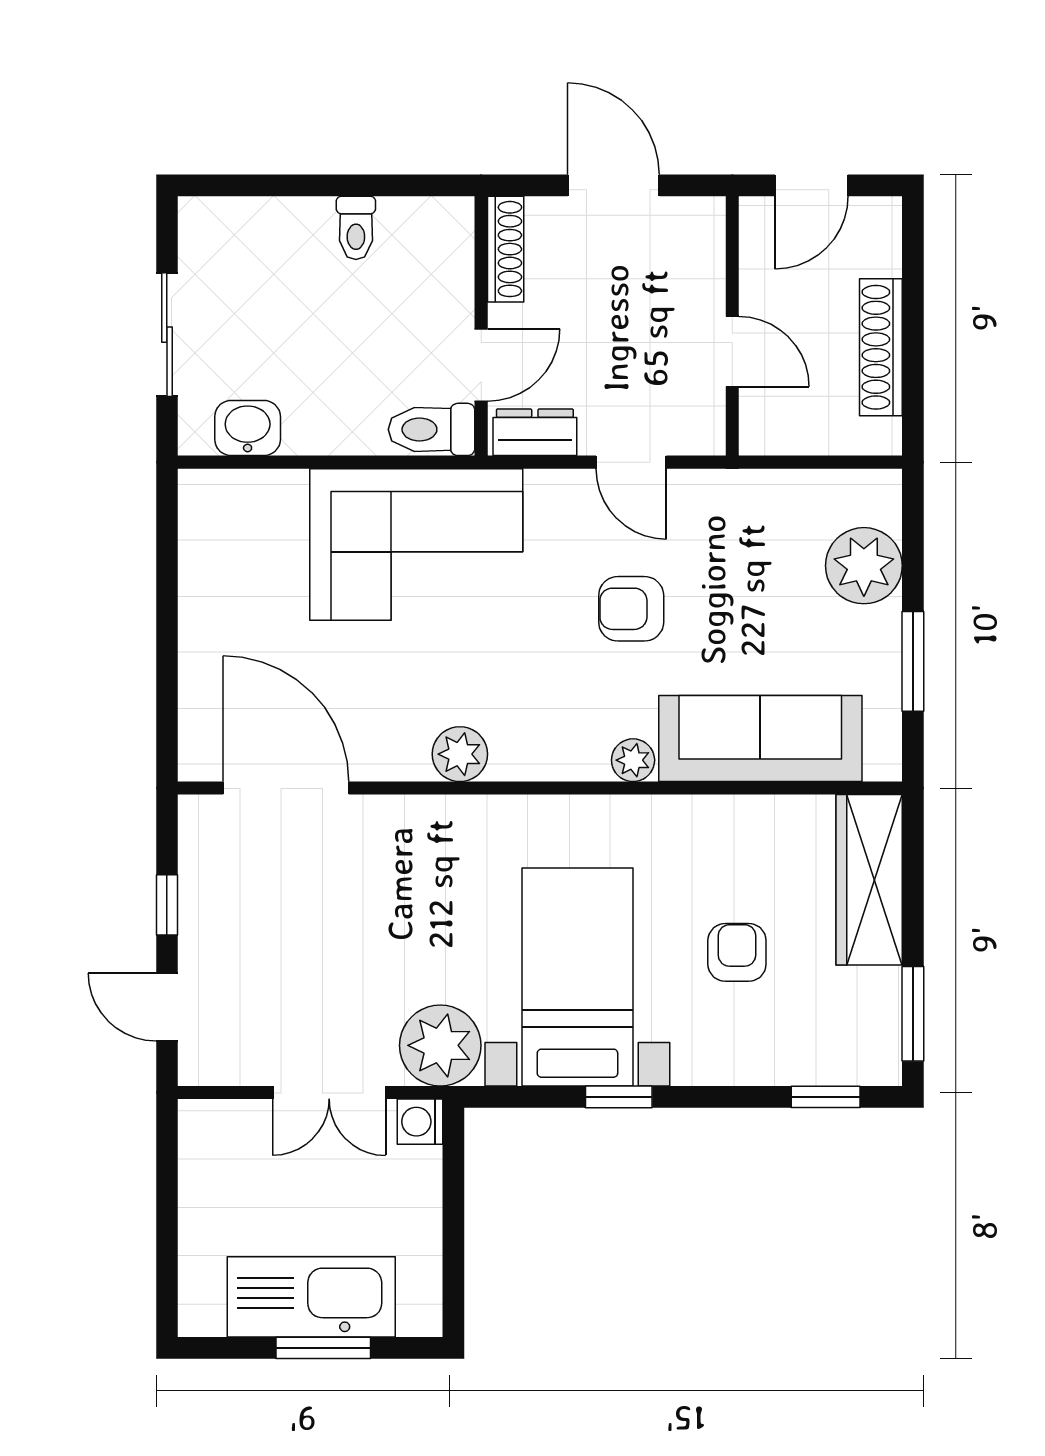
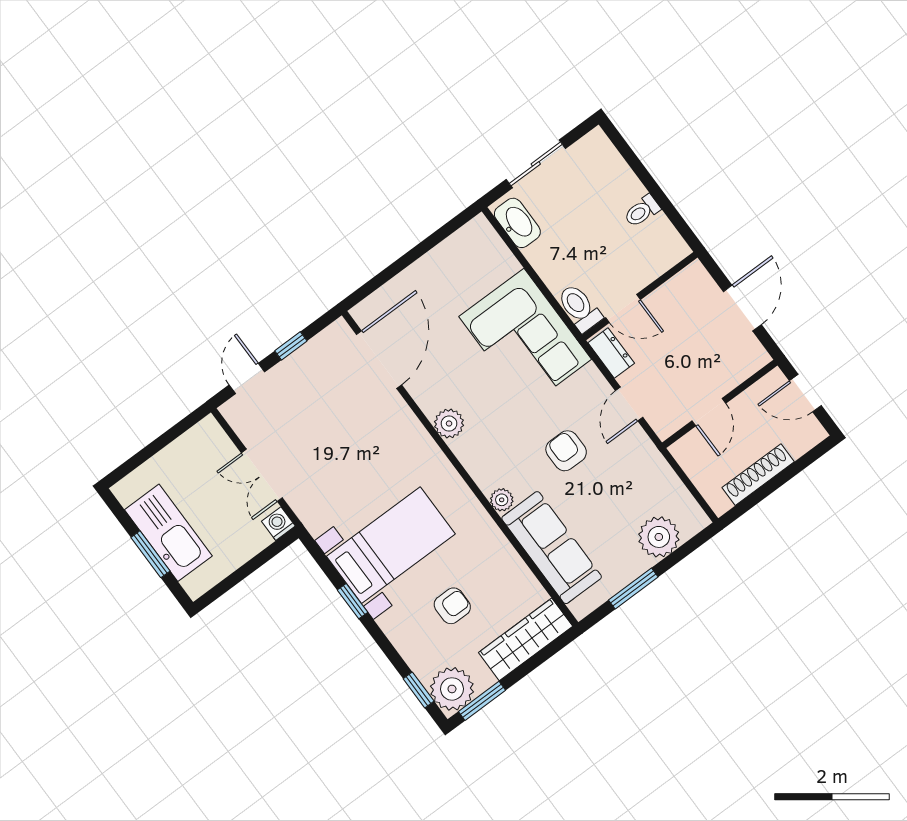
shoe rack: (506, 249) -> (681, 282), removed
washbasin: (248, 428) -> (517, 223), width x1.38
plant: (440, 1045) -> (452, 689), moved

